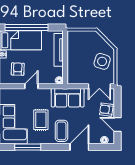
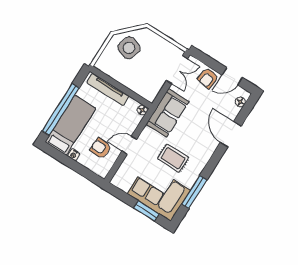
side table: (102, 61) -> (129, 48), moved
door: (31, 86) -> (129, 145), hinge flipped
coffee table: (61, 131) -> (200, 143), removed

